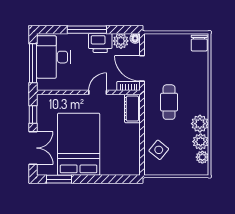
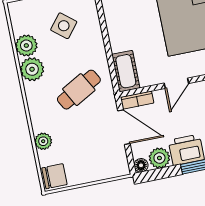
chair: (199, 43) -> (54, 176), turned 90
cafe table: (169, 102) -> (79, 90), turned 61
side table: (159, 150) -> (64, 26), moved
plant: (202, 157) -> (43, 141), moved

